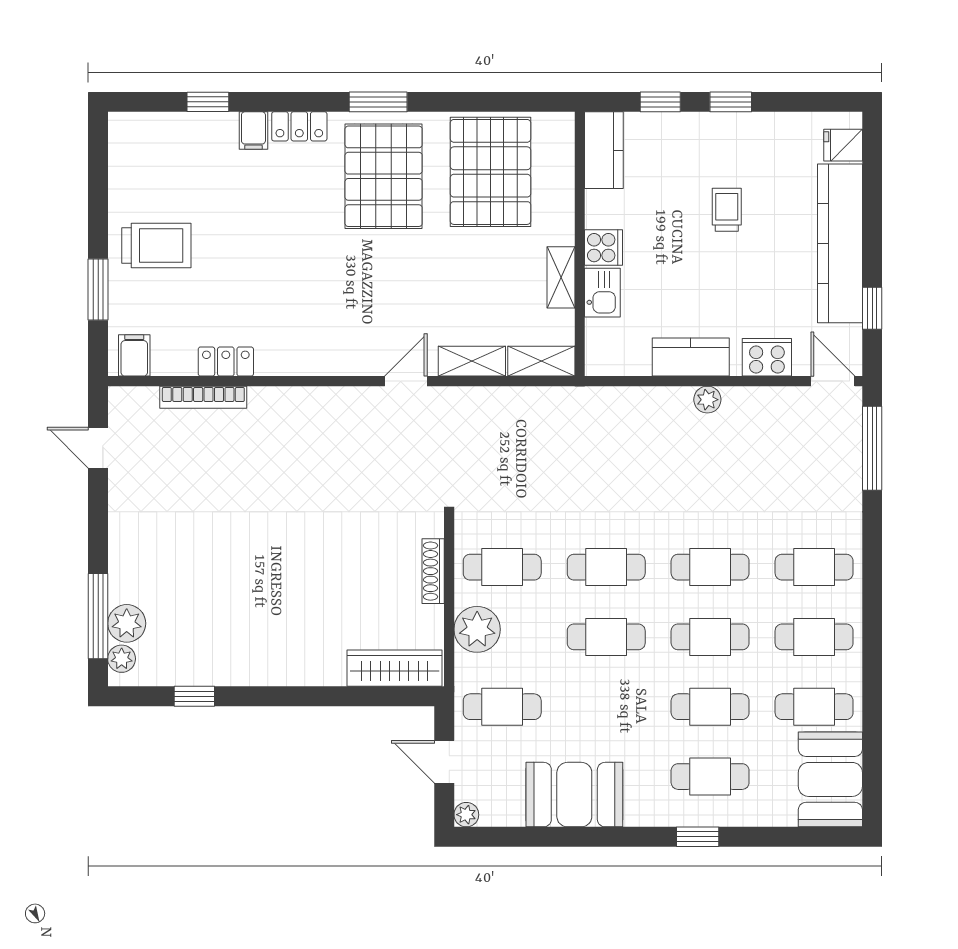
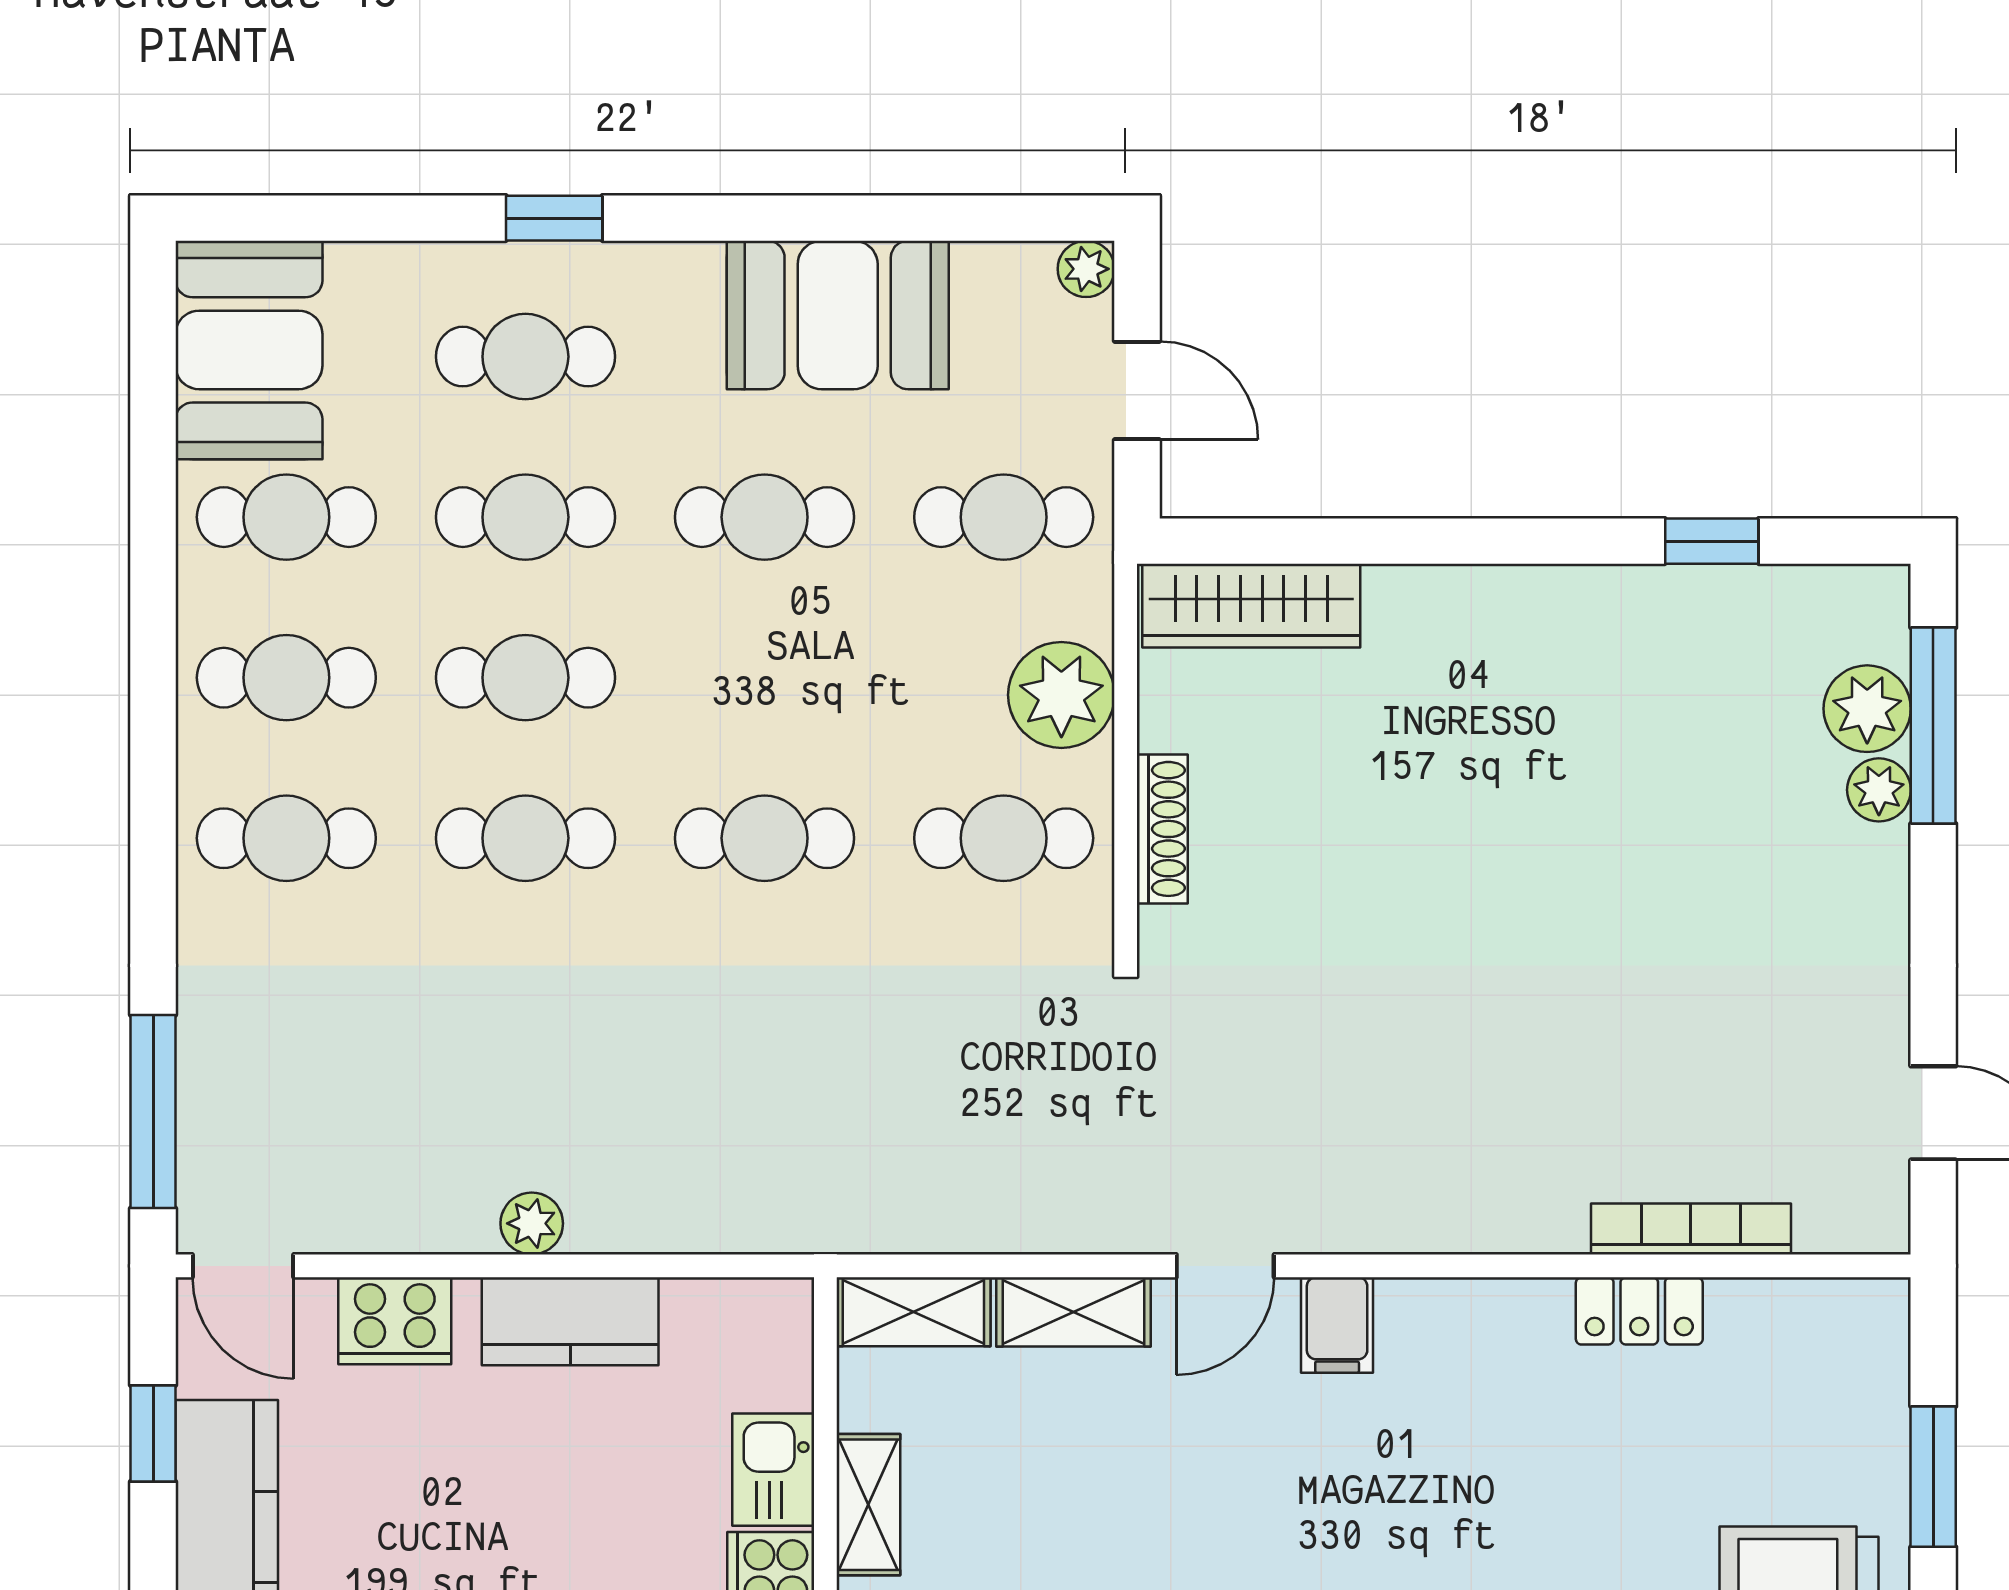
filing cabinet: (134, 355) -> (1337, 1325), moved
cafe table: (606, 637) -> (765, 517), moved
plant: (122, 659) -> (1879, 790), moved

